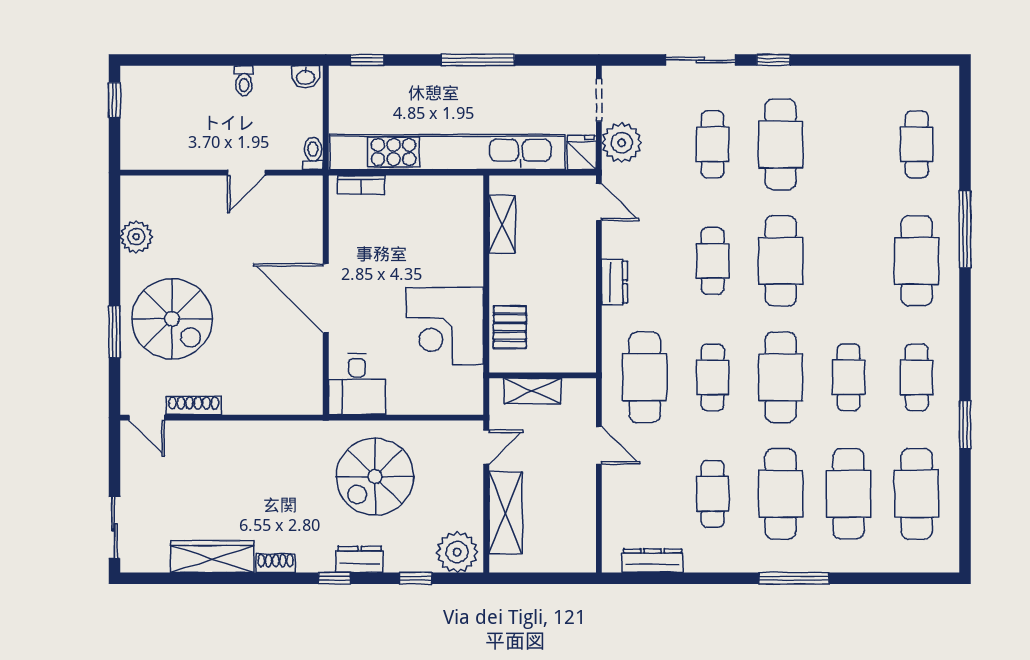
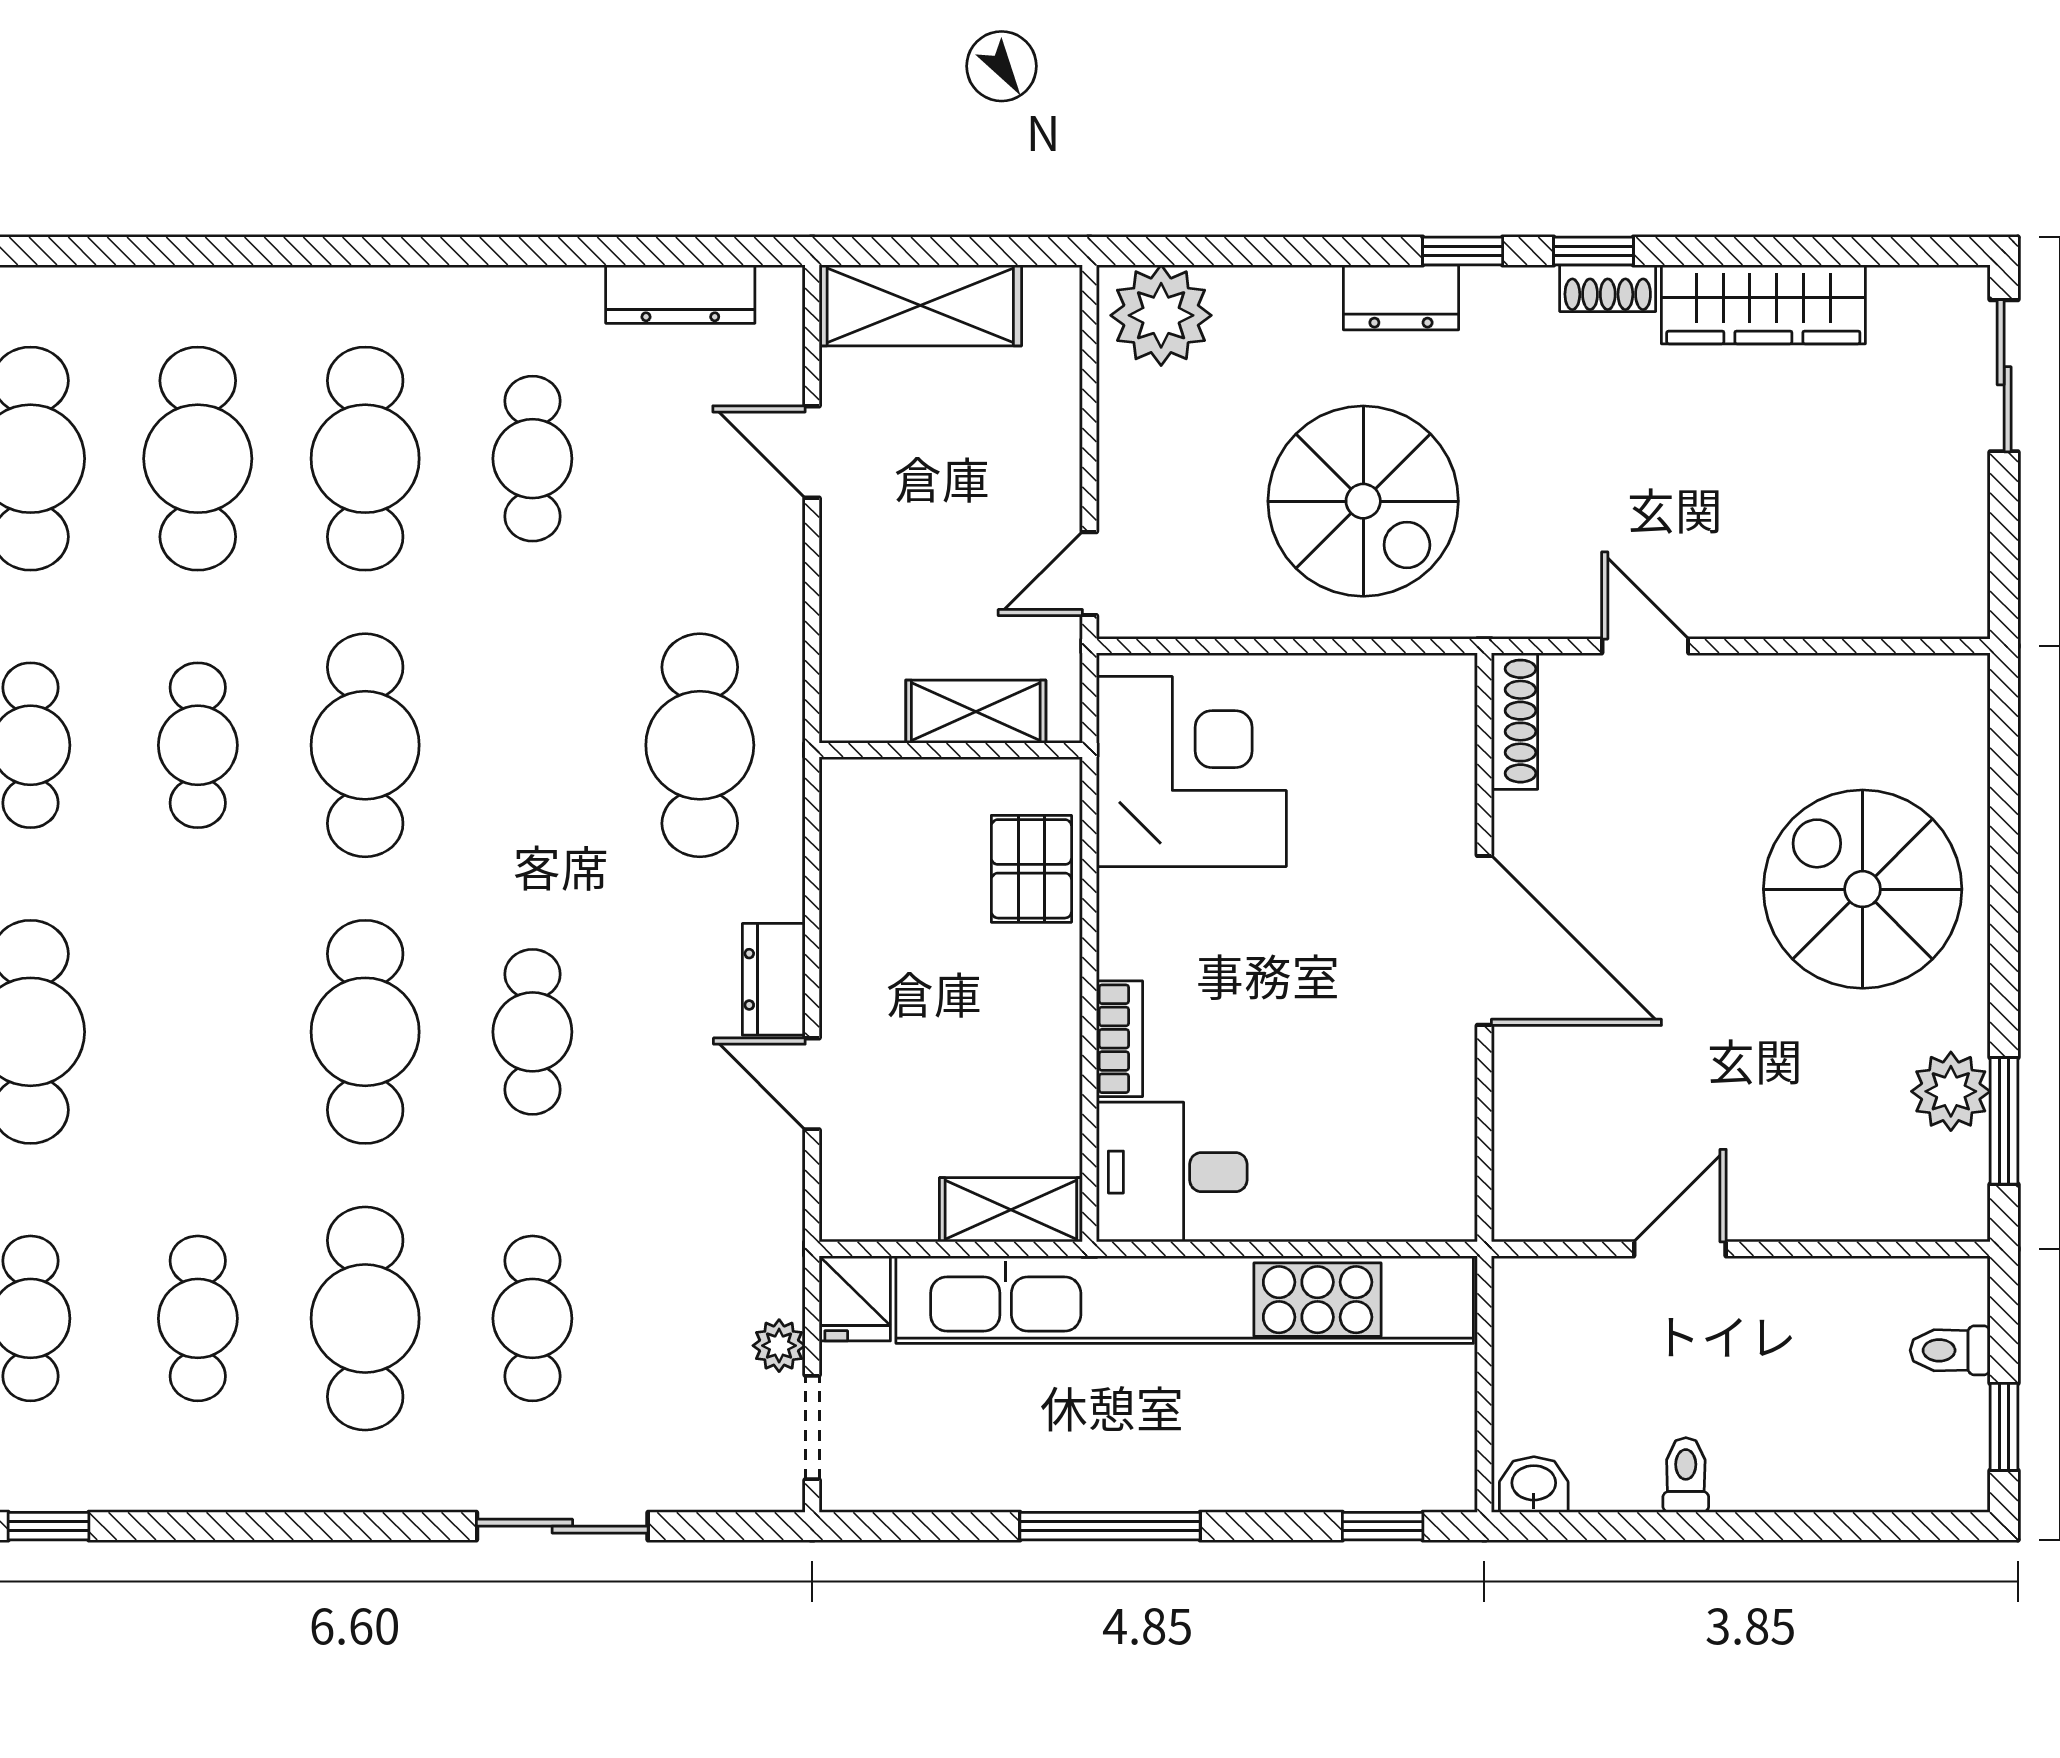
window: (773, 60) -> (48, 1526), moved
plant: (622, 143) -> (779, 1346), width x0.53, depth x0.53
toilet: (313, 154) -> (1950, 1350), moved, turned 90
bookcase: (361, 185) -> (1119, 1039), moved, turned 90
door: (599, 202) -> (812, 1084), moved
shelving: (502, 224) -> (1011, 1210), moved, turned 90
corner desk: (445, 326) -> (1191, 771), moved
window: (114, 332) -> (2004, 1121), moved
cafe table: (713, 377) -> (198, 1318), moved
desk: (357, 384) -> (1172, 1172), moved, turned -90
shoe rack: (194, 405) -> (1514, 721), moved, turned -90
door: (147, 418) -> (1645, 646), moved
door: (599, 445) -> (812, 452), moved
spiral stairs: (375, 477) -> (1363, 501), turned 90
shelving: (506, 513) -> (920, 305), moved, turned 90
window: (416, 578) -> (1594, 251), moved
window: (794, 578) -> (332, 251), removed

